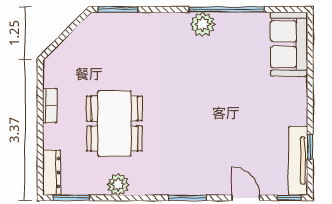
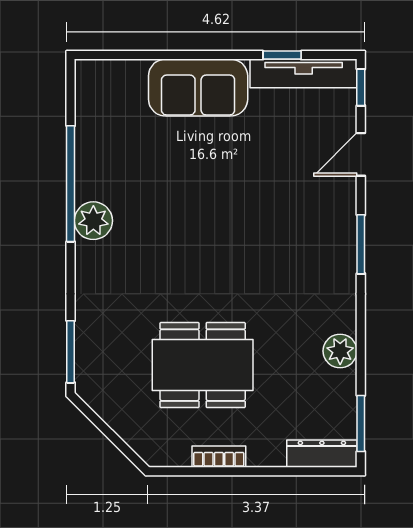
sofa: (289, 44) -> (198, 88), moved
dining table: (114, 124) -> (203, 365), moved

